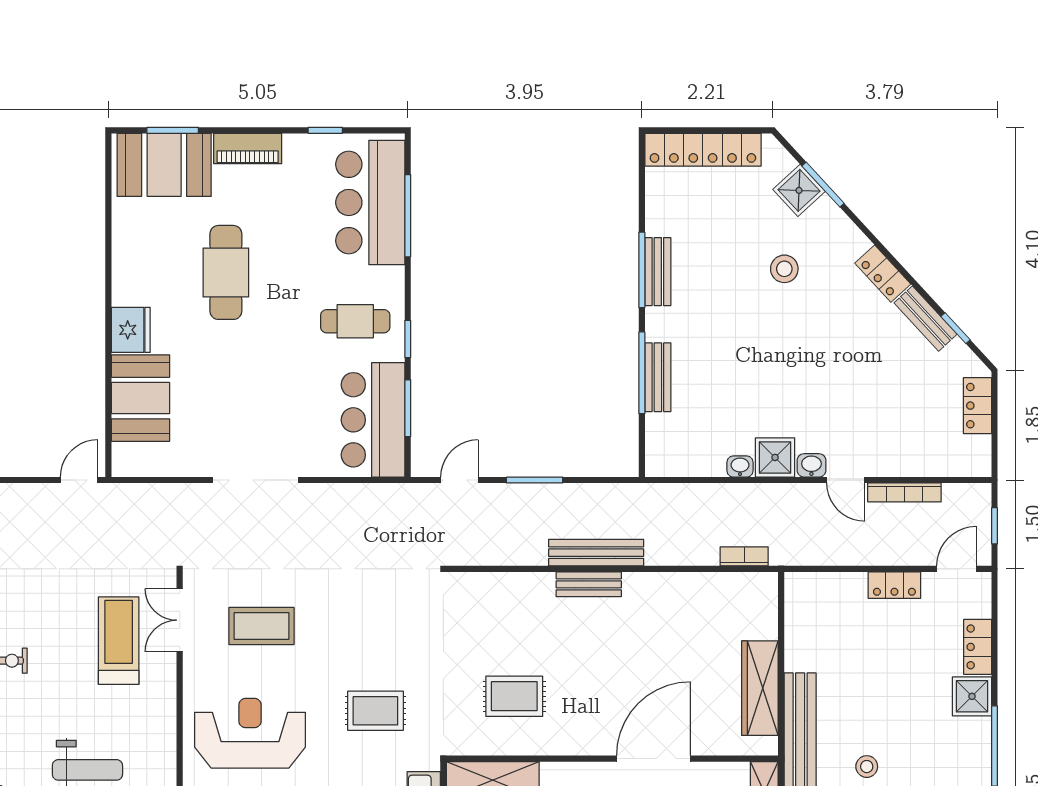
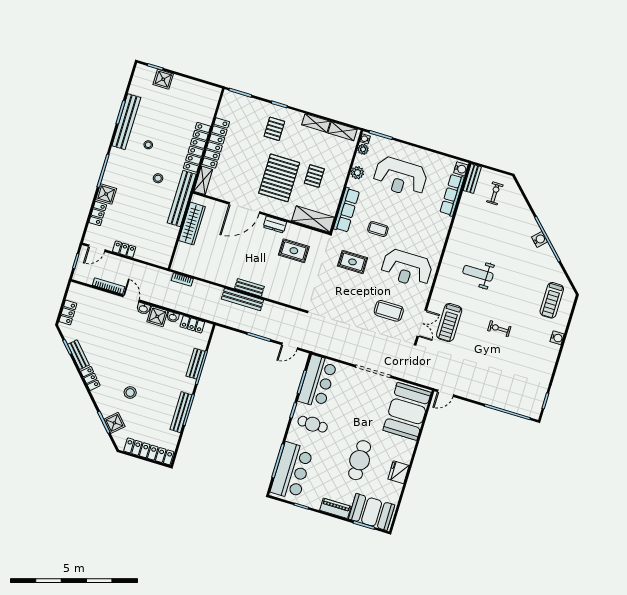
bench: (658, 272) -> (181, 412), width x1.36
fridge: (131, 330) -> (398, 472), moved
booth: (140, 398) -> (407, 411), width x1.36, depth x1.42
locker: (691, 463) -> (192, 324), added
dresser: (574, 742) -> (275, 225), added

